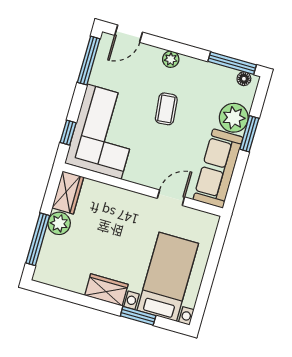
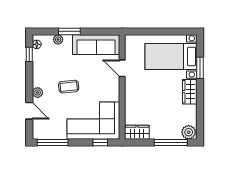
door: (129, 34) -> (29, 111), moved
window: (232, 63) -> (29, 54), width x0.46
plant: (234, 118) -> (58, 40), width x0.53, depth x0.53
plant: (59, 223) -> (189, 132), moved

